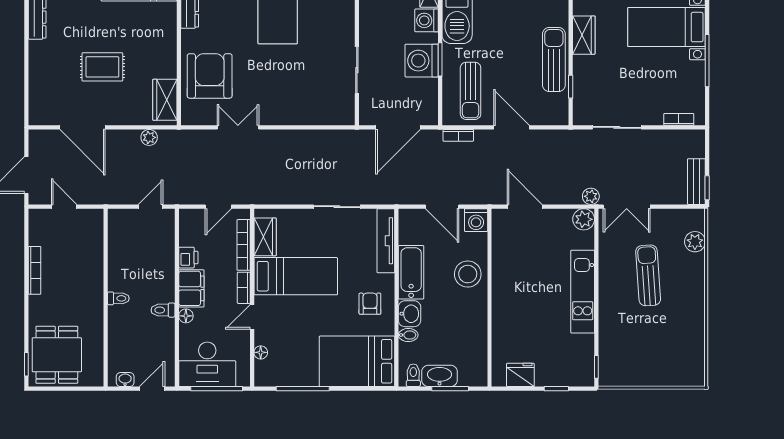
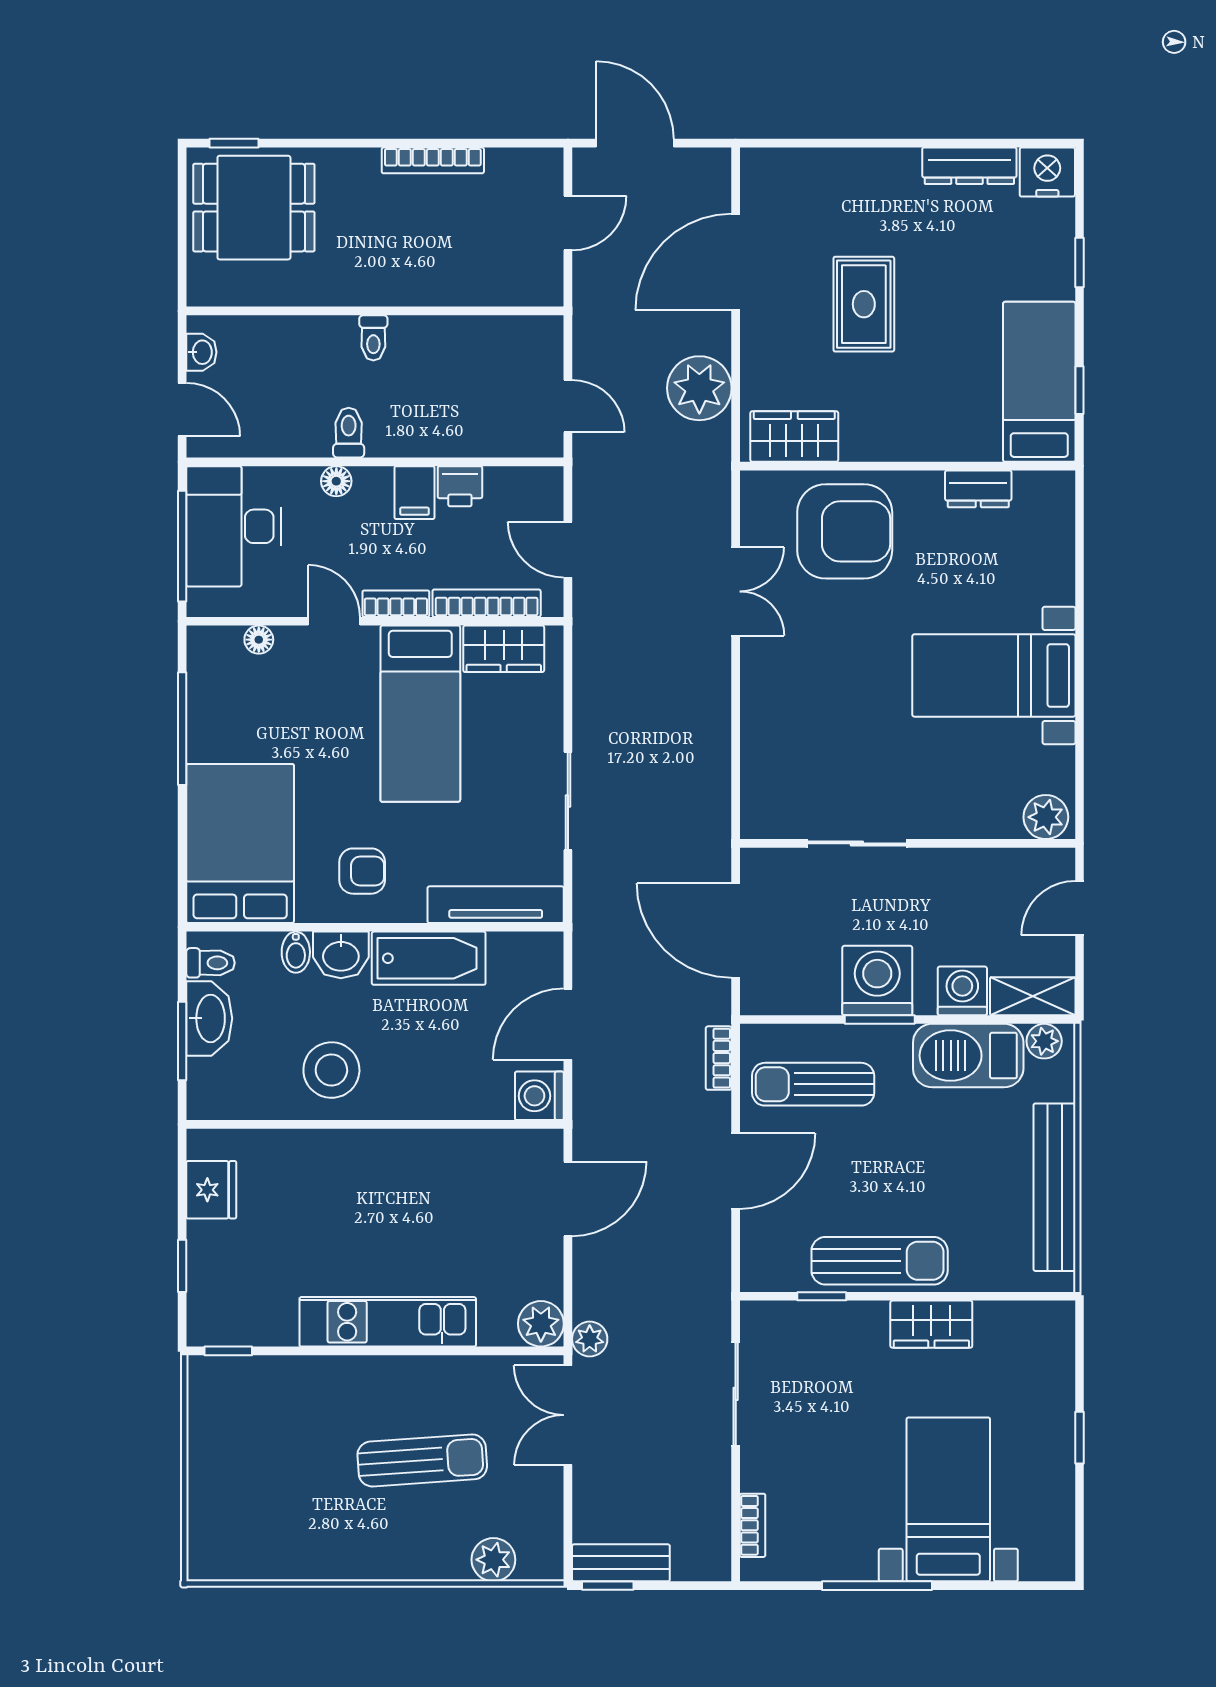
plant: (149, 137) -> (699, 388), width x1.88, depth x1.88
stool: (468, 274) -> (331, 1070), moved
filing cabinet: (191, 288) -> (414, 493), width x0.50

